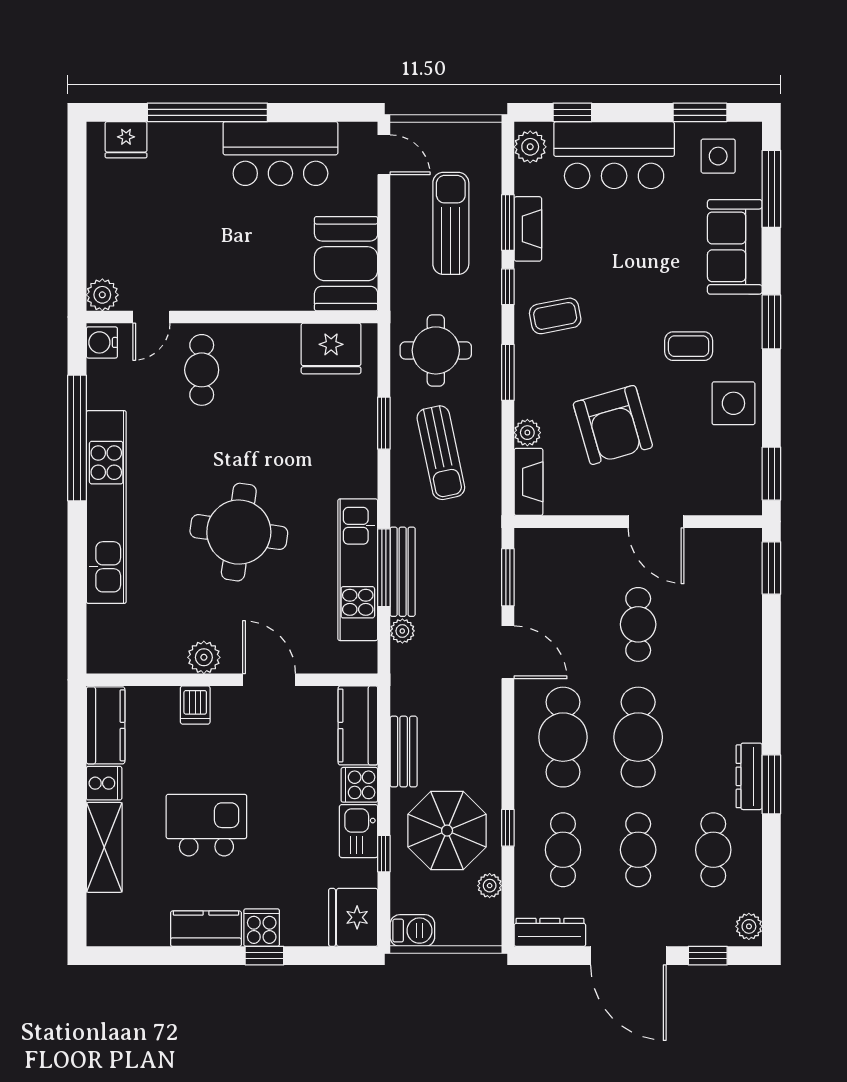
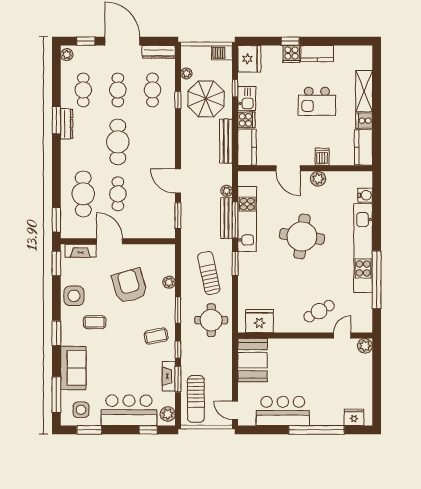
sun lounger: (451, 223) -> (196, 399), moved
water cooler: (102, 342) -> (365, 195), moved
cafe table: (202, 370) -> (319, 311), turned 61
window: (384, 423) -> (235, 264), moved
fireplace: (528, 482) -> (81, 251), moved, turned -90
cafe table: (563, 737) -> (83, 194), moved
bench: (404, 752) -> (226, 141), width x1.36

